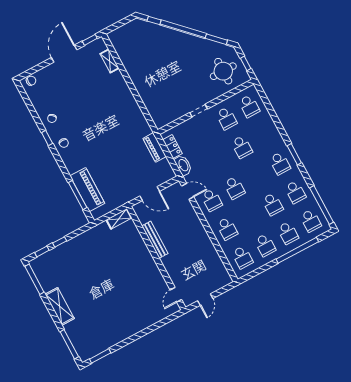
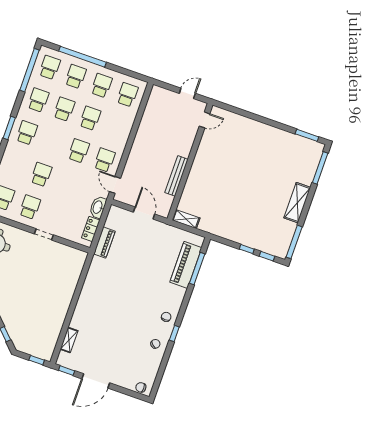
window: (116, 26) -> (37, 360), added
school desk: (227, 229) -> (90, 118), moved

